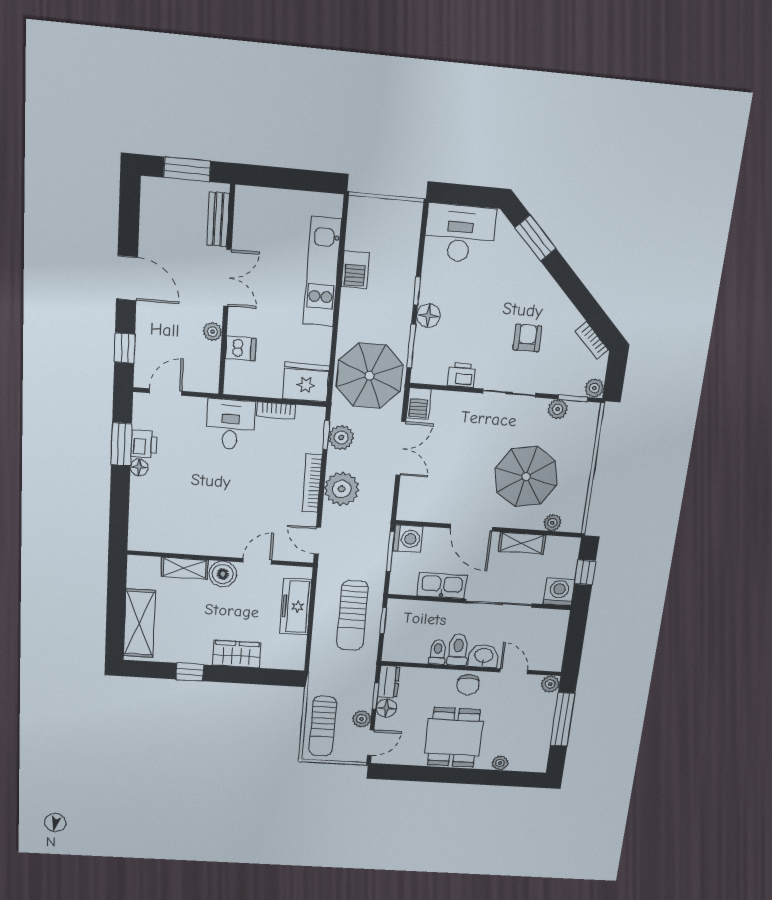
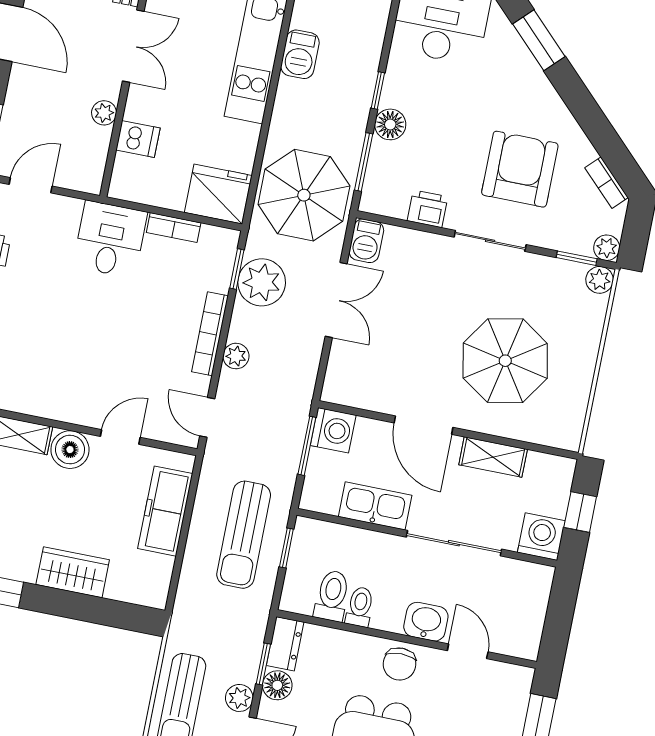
armchair: (527, 338) -> (520, 169), width x1.88, depth x1.88
plant: (558, 409) -> (600, 280), moved
plant: (341, 437) -> (262, 282), width x1.36, depth x1.36
plant: (342, 489) -> (236, 356), width x0.53, depth x0.53
plant: (552, 523) -> (538, 432), removed
toilet: (458, 650) -> (332, 596), moved
plant: (550, 684) -> (520, 679), removed

